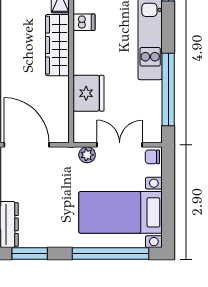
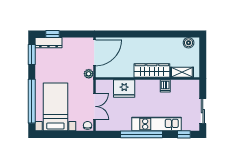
window: (168, 89) -> (141, 134), moved
plant: (87, 155) -> (89, 74), moved

